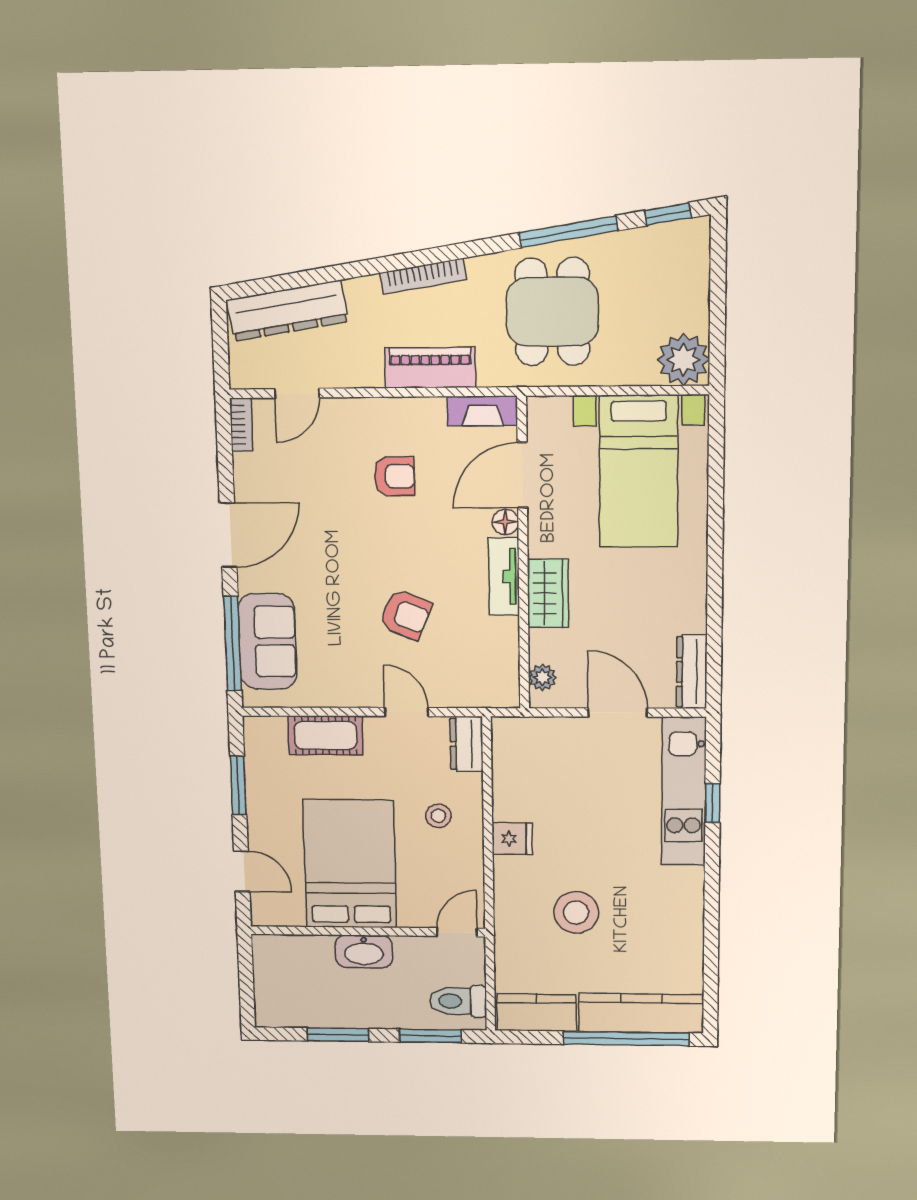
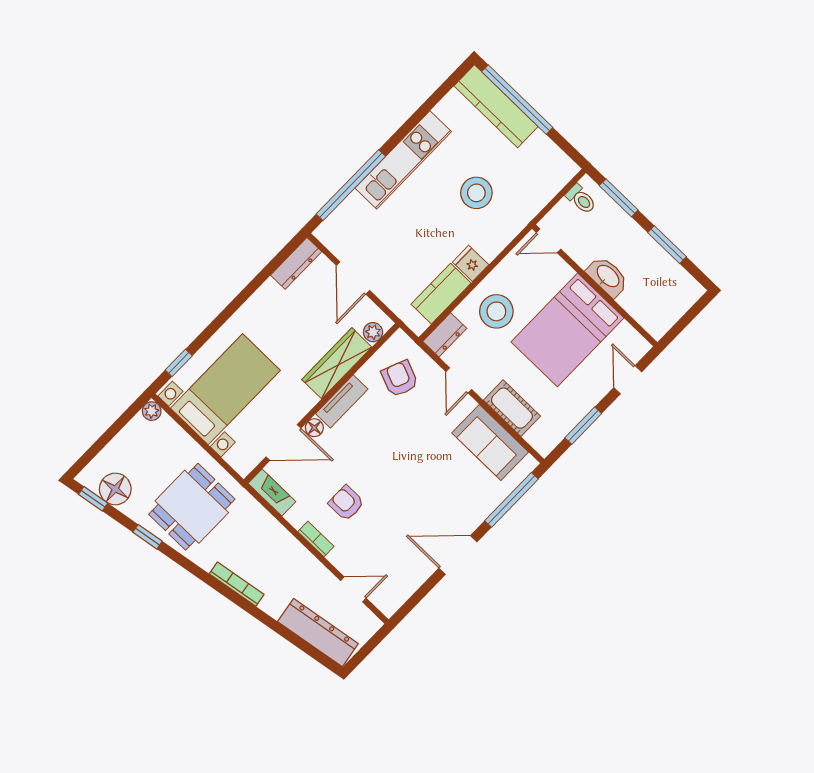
window: (568, 232) -> (148, 537), width x0.46
floor lamp: (654, 249) -> (115, 489), added
plant: (683, 360) -> (152, 411), width x0.53, depth x0.53
piano: (430, 368) -> (276, 538), removed
bookcase: (241, 425) -> (316, 539), moved, turned 90
window: (716, 451) -> (179, 363), added
wardrobe: (548, 593) -> (337, 363), width x1.50
armchair: (406, 615) -> (400, 379), moved
sofa: (268, 641) -> (490, 443), moved, turned -90
kitchen unit: (684, 791) -> (403, 160), moved
window: (712, 803) -> (351, 185), width x3.17
stool: (438, 816) -> (496, 311), width x1.89, depth x1.89
toilet: (458, 1001) -> (581, 199), width x0.73, depth x0.72
kitchen counter: (537, 1013) -> (441, 294), moved, turned 90

